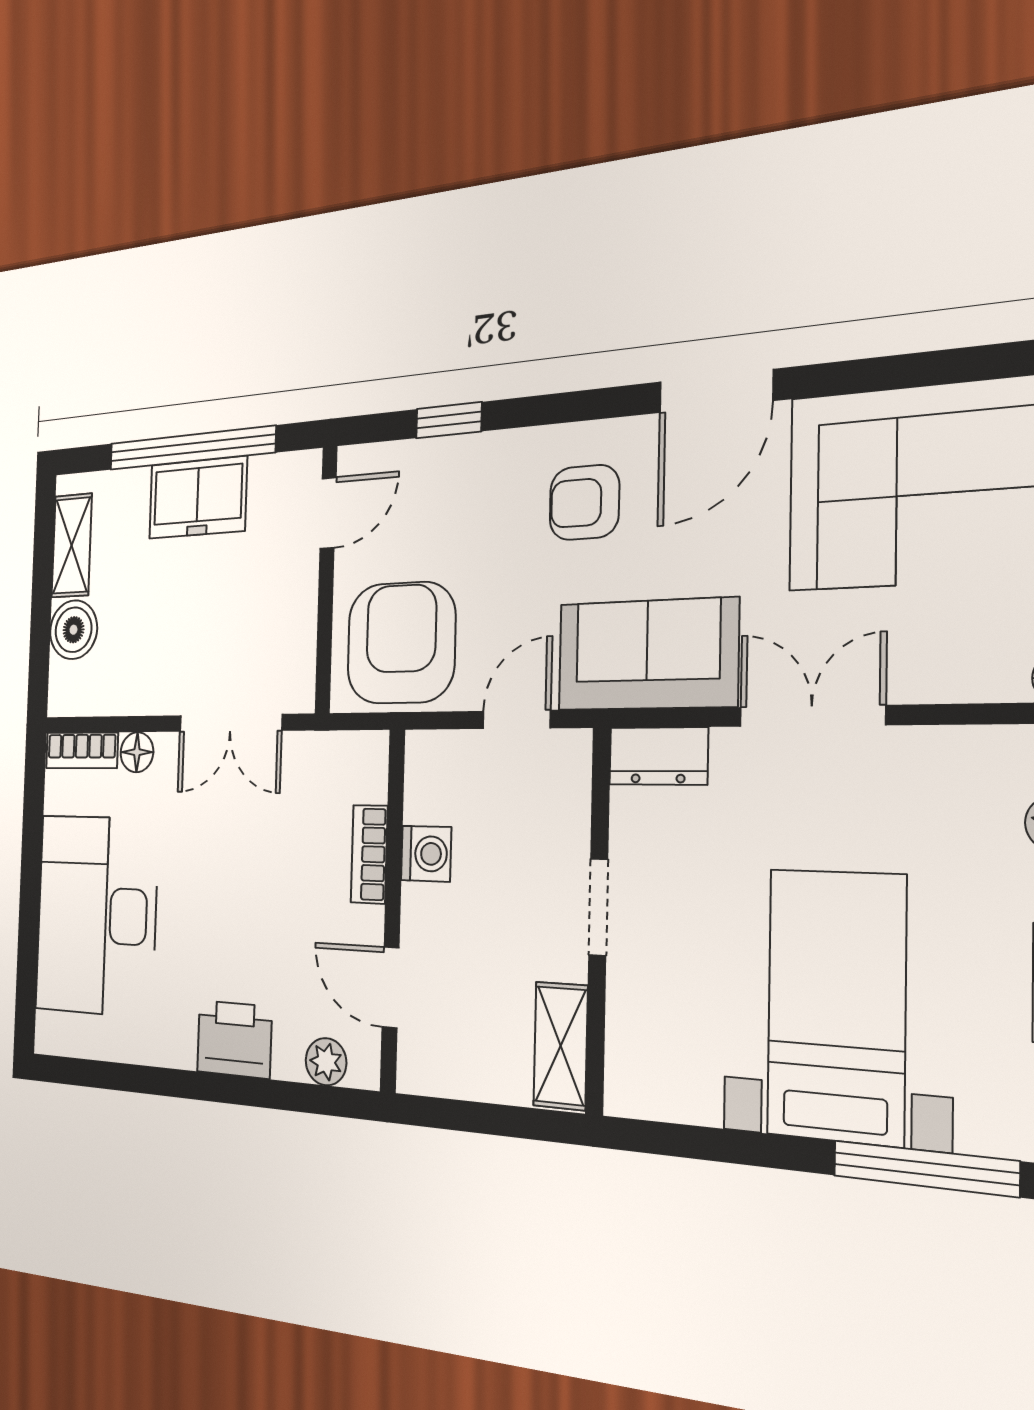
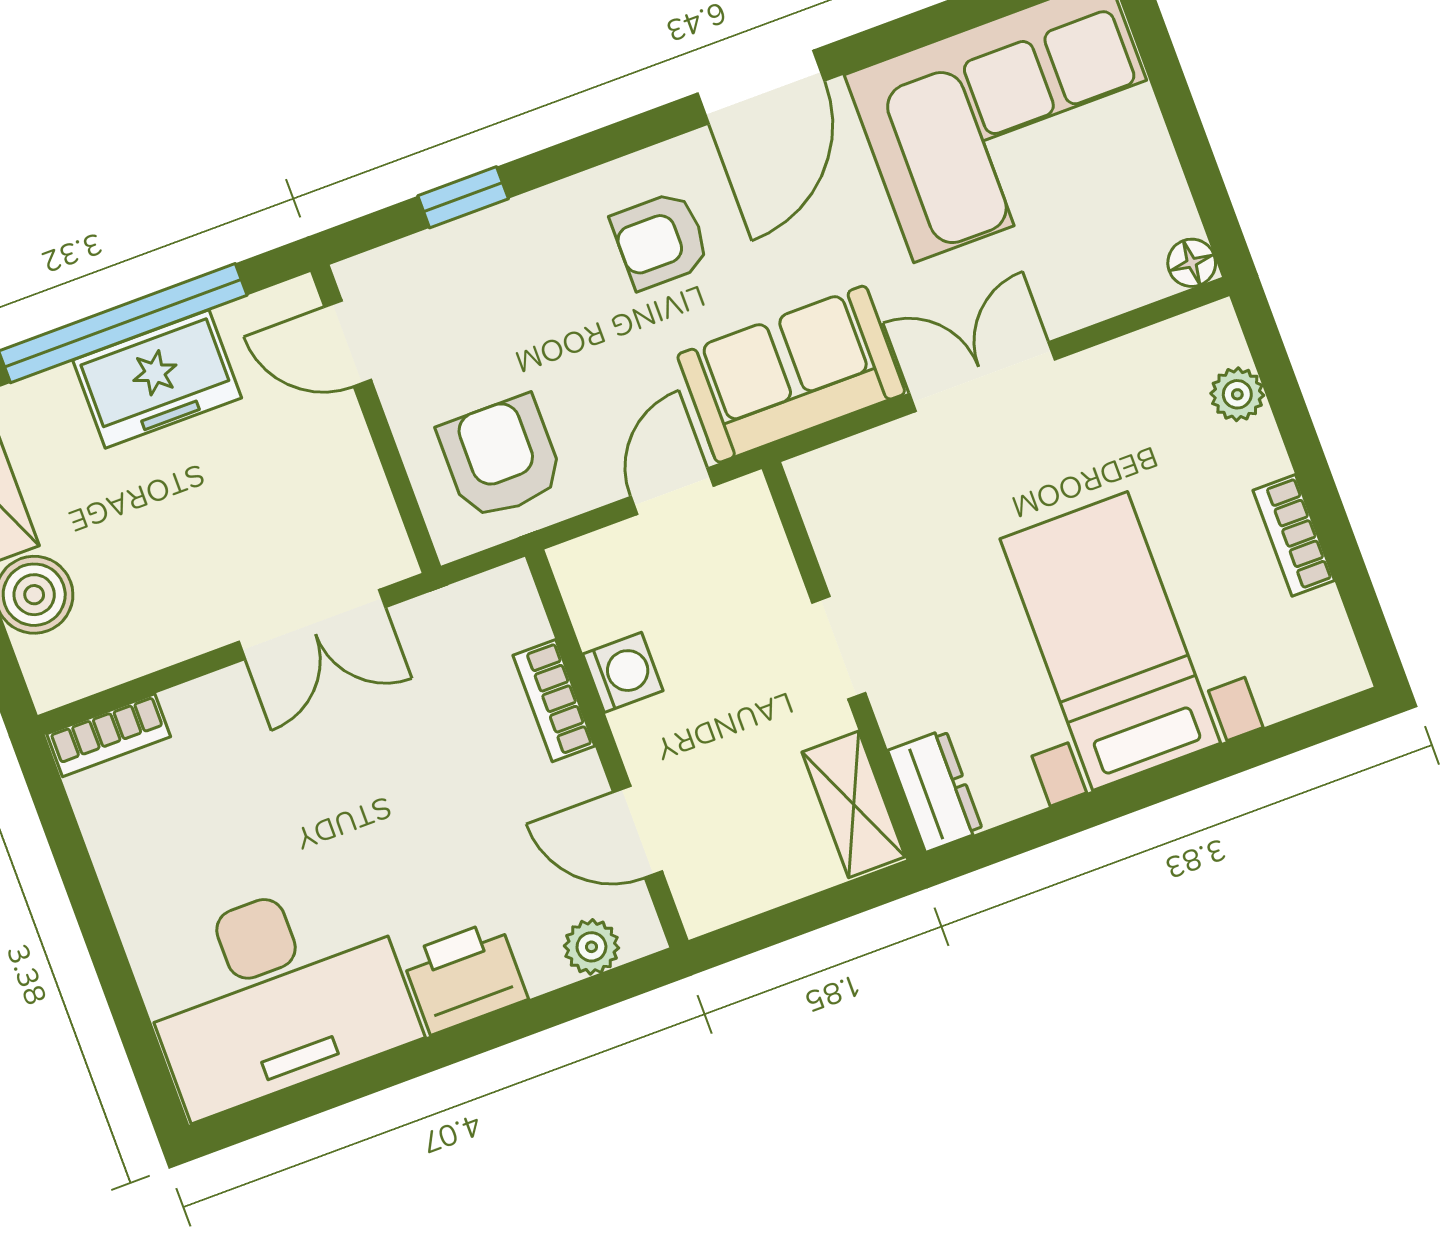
door: (328, 513) -> (348, 344), swing flipped
armchair: (401, 643) -> (501, 457), width x0.73, depth x0.73
floor lamp: (137, 752) -> (193, 707), removed
dresser: (658, 756) -> (935, 791), moved, turned -90
desk: (96, 915) -> (276, 993), moved, turned -90
window: (925, 1168) -> (1245, 752), removed

